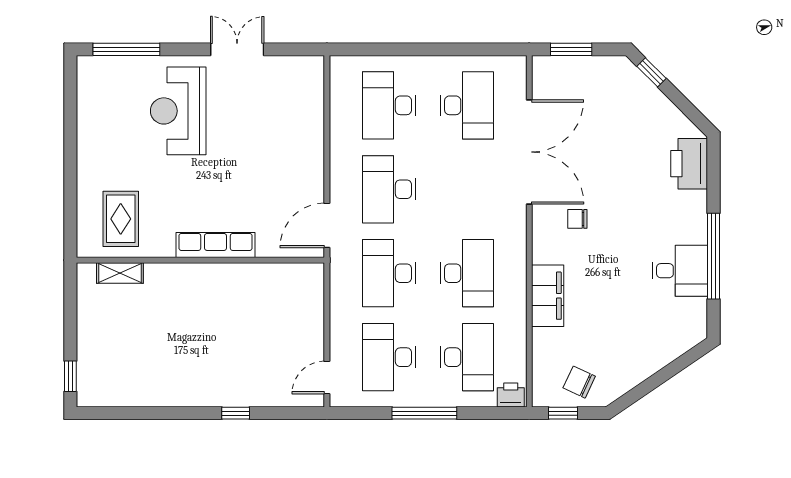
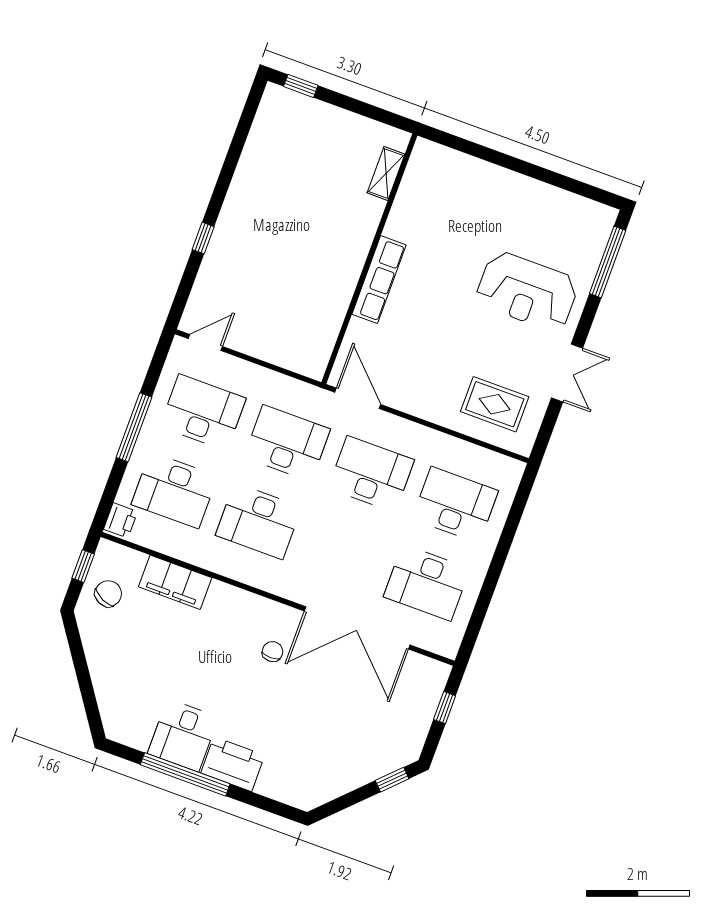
window: (571, 49) -> (445, 708), width x0.67
reception desk: (178, 111) -> (527, 291), turned 180
printer: (689, 164) -> (233, 764), moved
rug: (121, 219) -> (495, 404), moved
filing cabinet: (548, 296) -> (175, 582), moved
door: (327, 378) -> (205, 343), hinge flipped

